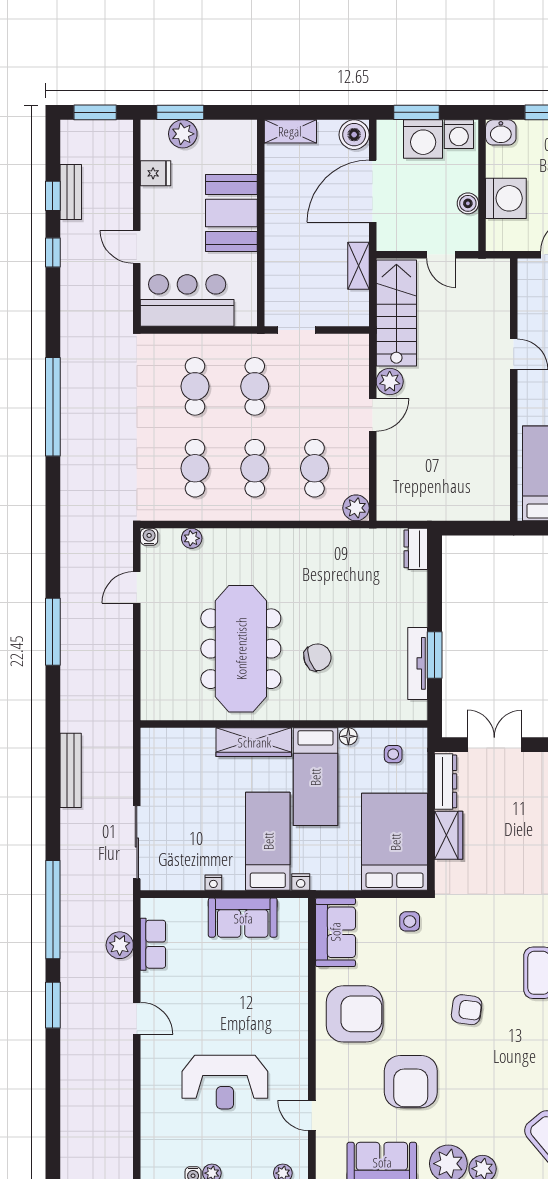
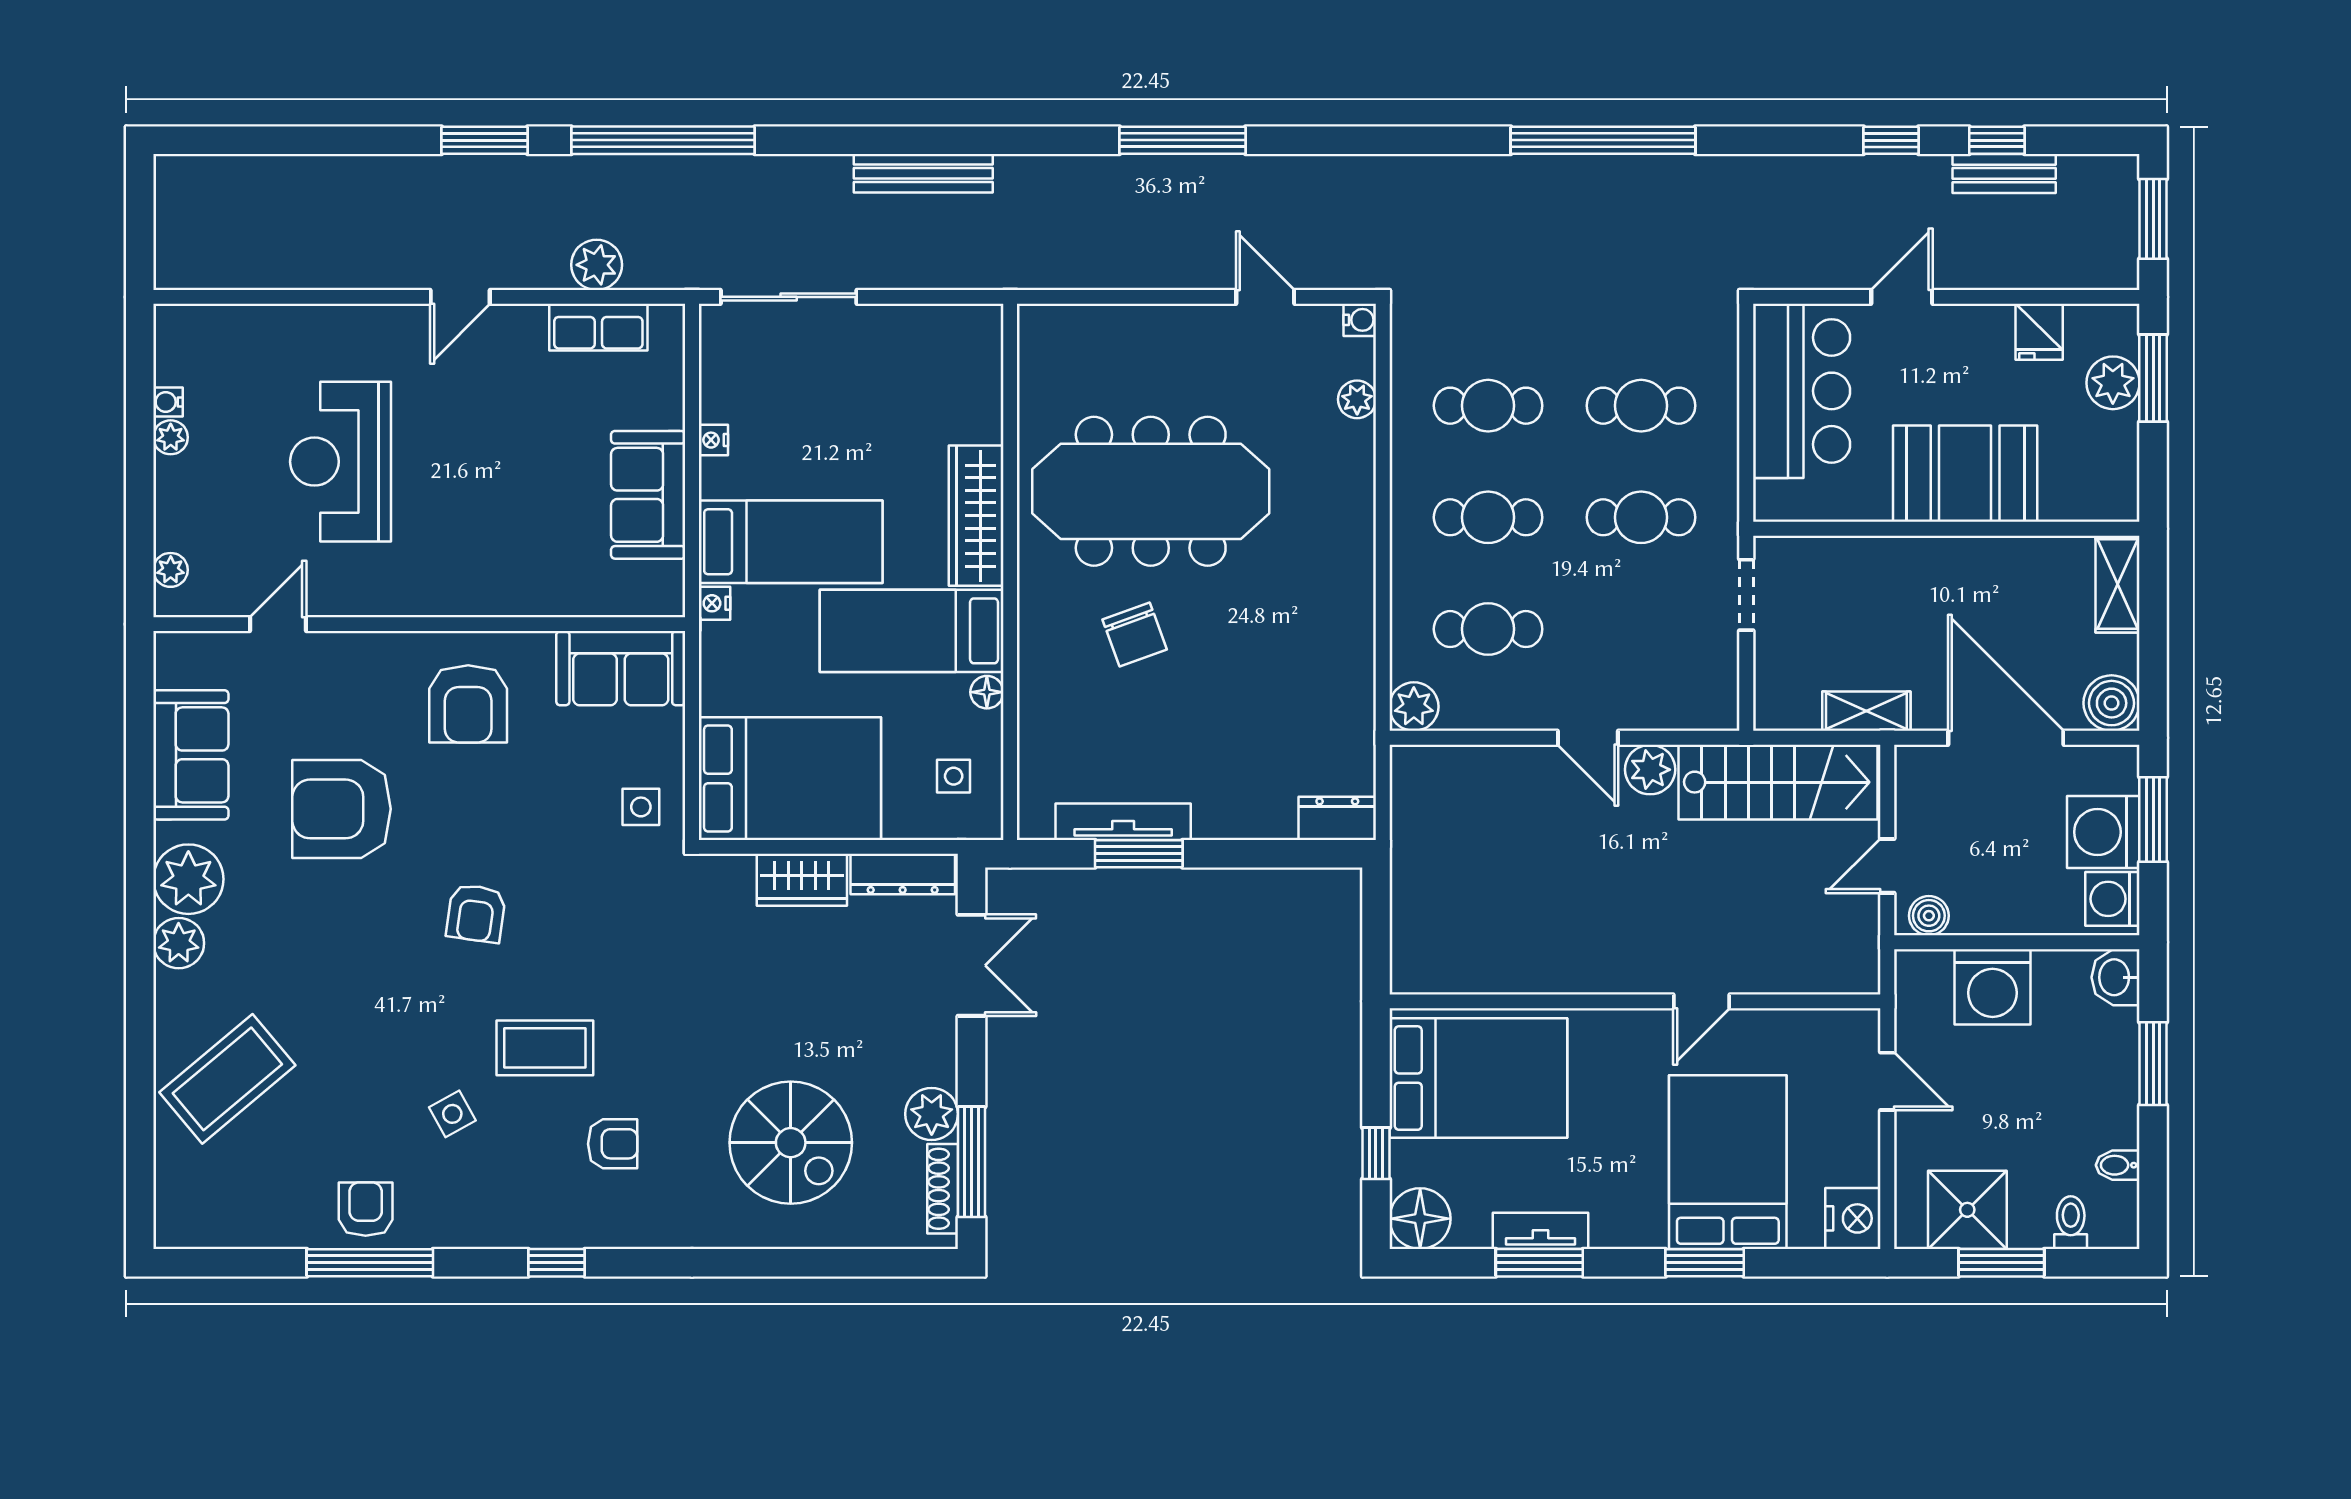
boiler: (468, 203) -> (1929, 916), moved
armchair: (355, 1014) -> (468, 704), width x0.73, depth x0.73

